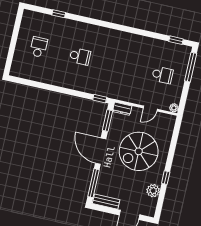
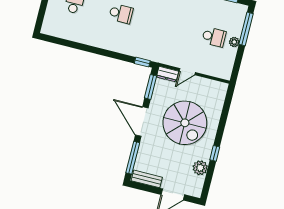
plant: (174, 108) -> (234, 42), moved
door: (150, 109) -> (187, 72), moved
spiral stairs: (139, 151) -> (185, 123), turned -90

